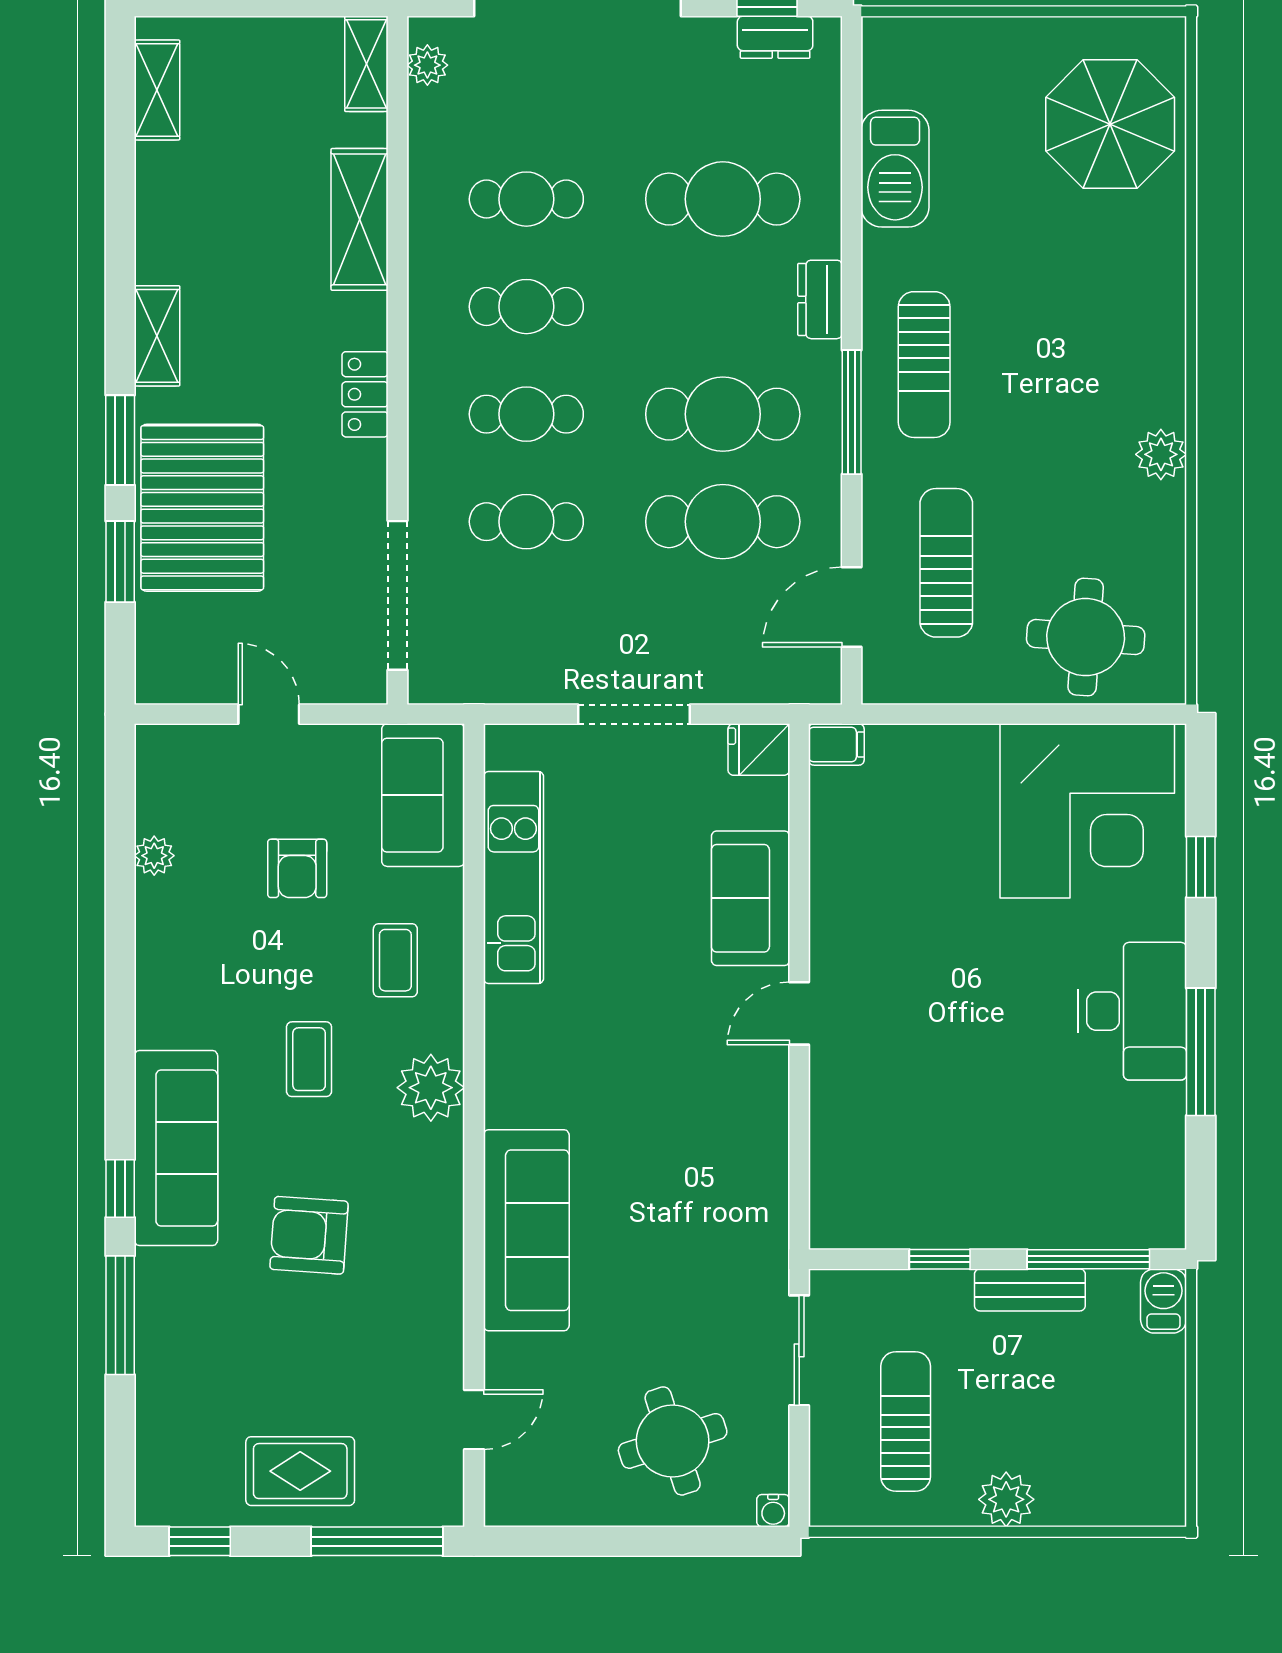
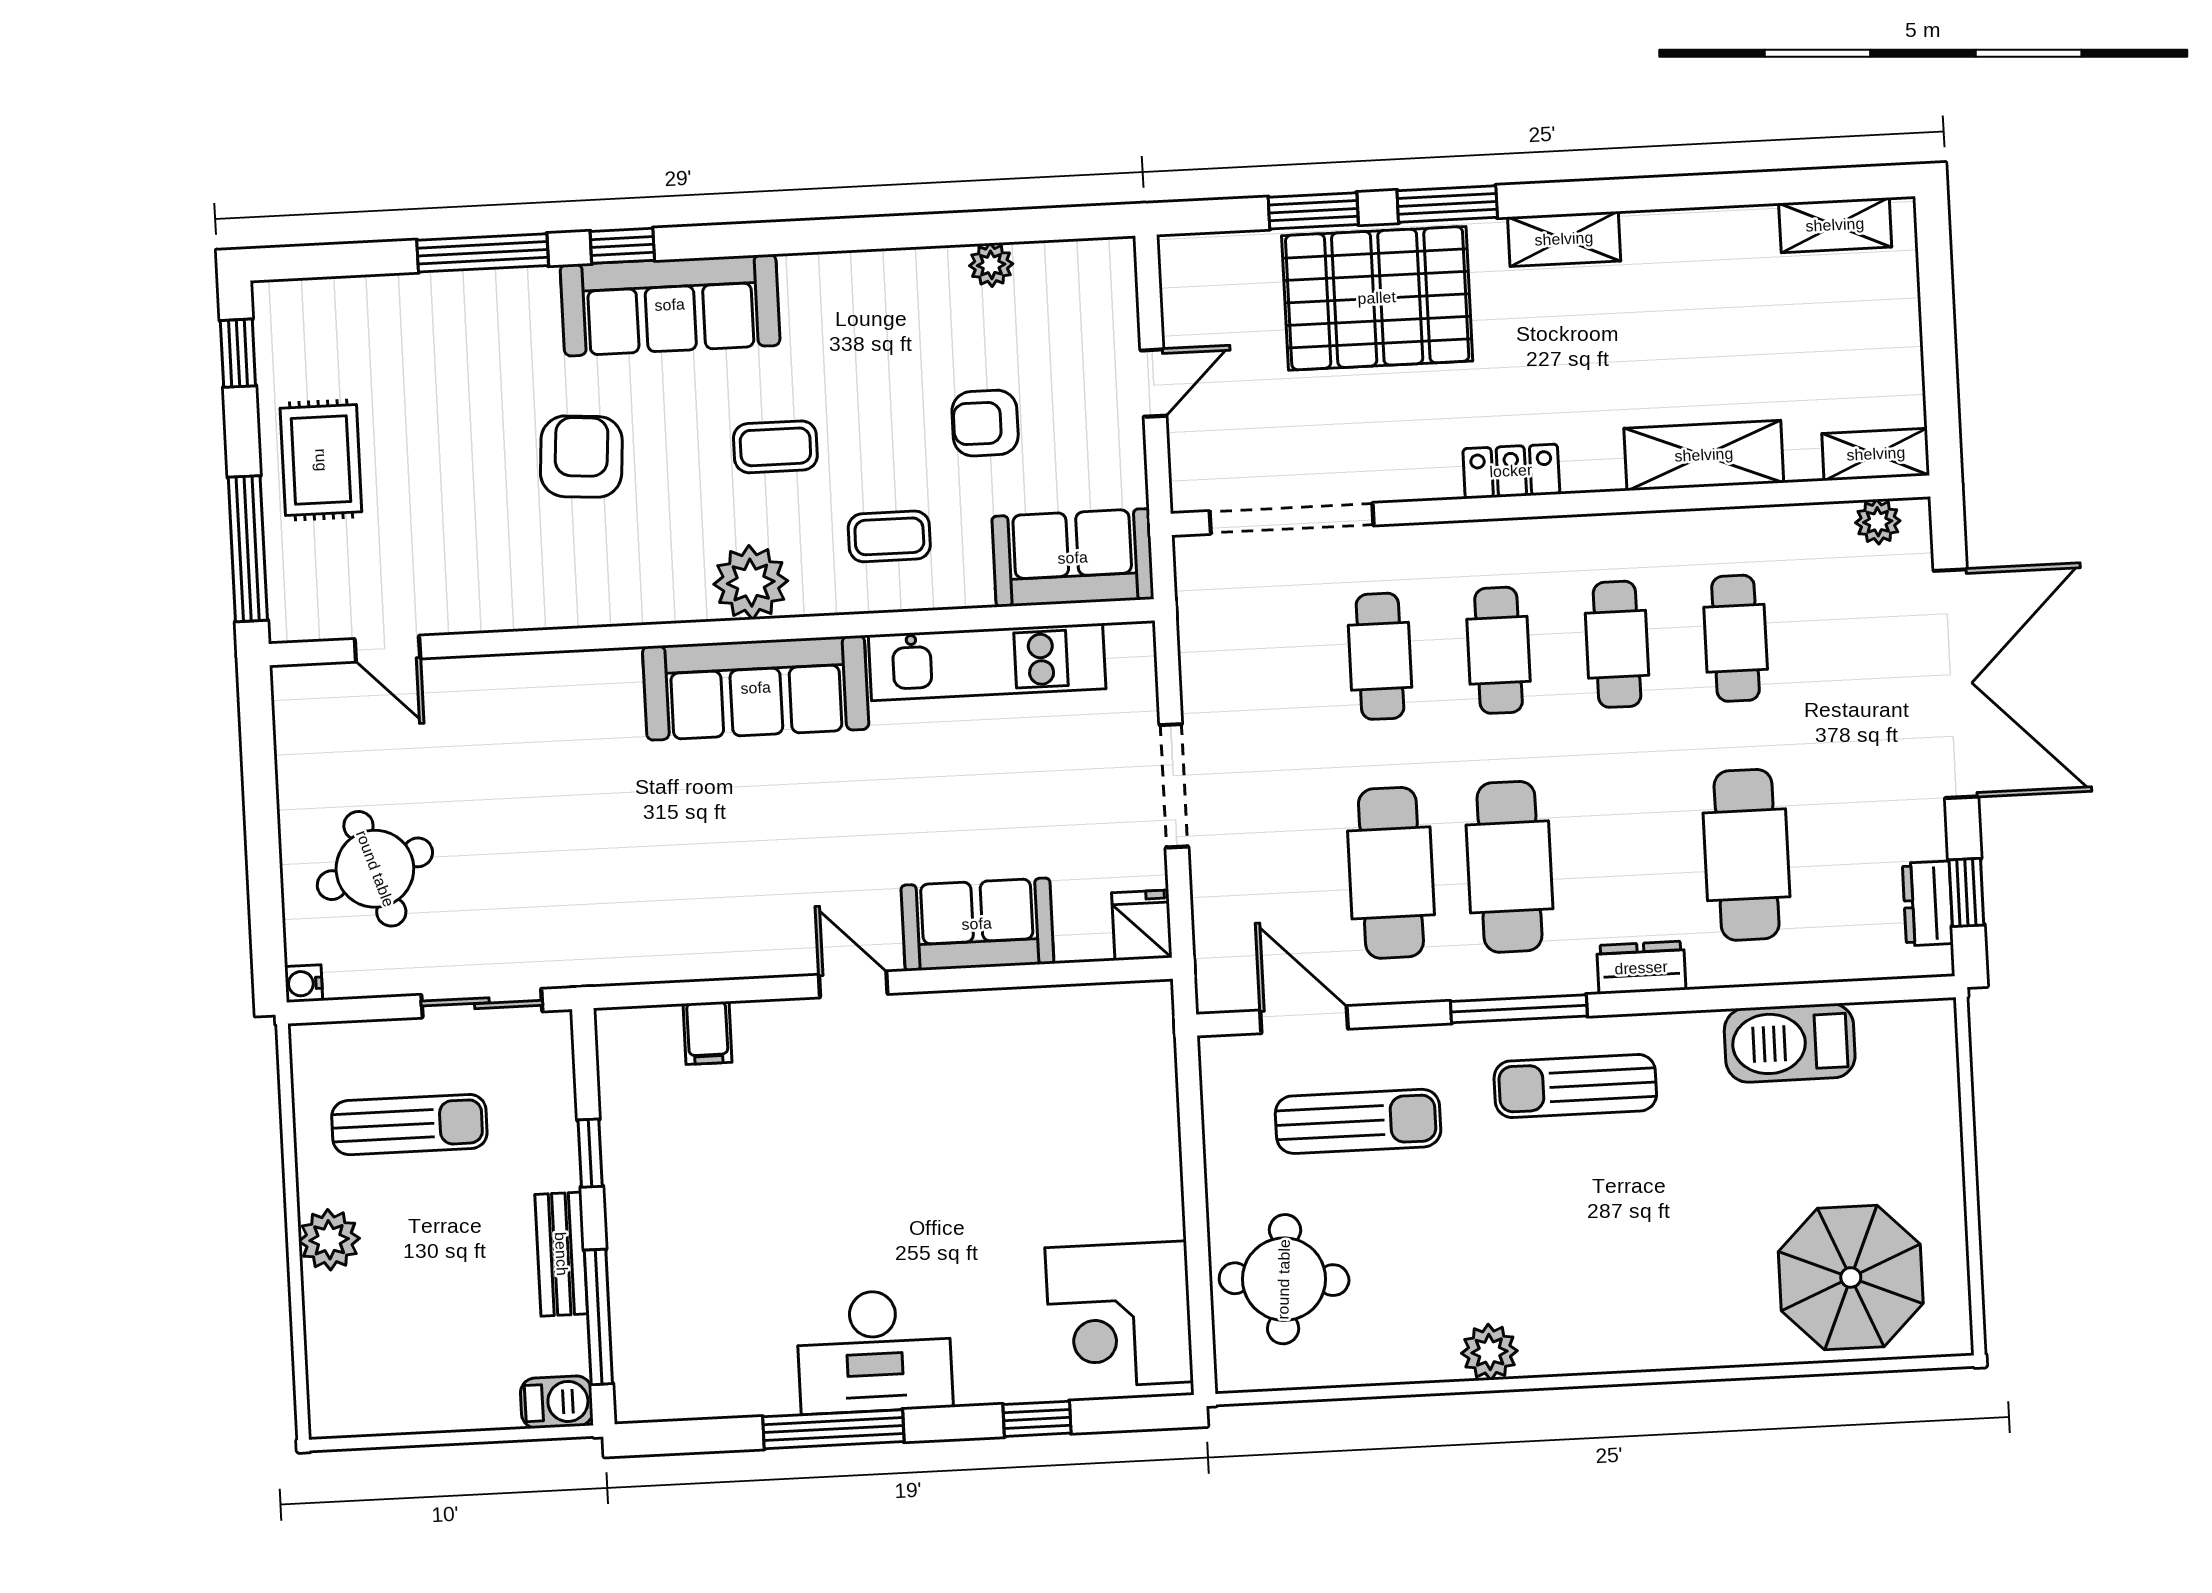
filing cabinet: (836, 745) -> (707, 1033), moved
corner desk: (1087, 811) -> (1119, 1315), width x0.74, depth x0.74
sofa: (526, 1230) -> (756, 688), moved

